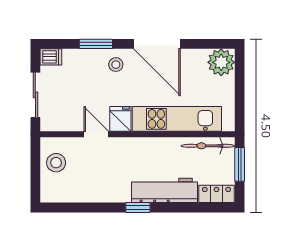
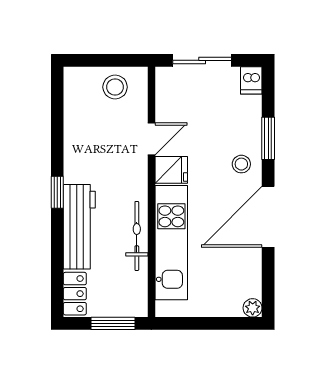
plant: (221, 62) -> (253, 308), width x0.53, depth x0.53
bicycle: (208, 146) -> (137, 236), moved

